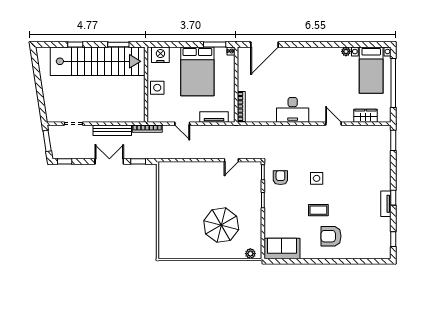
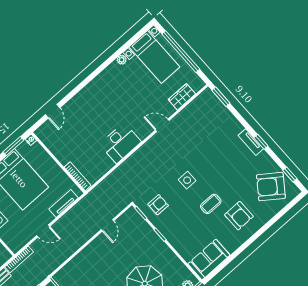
door: (264, 44) -> (53, 111), width x0.53
armchair: (280, 178) -> (158, 205), turned 90
tv unit: (386, 204) -> (251, 142), moved
armchair: (331, 236) -> (239, 216), turned -90
armchair: (372, 236) -> (271, 187), added

